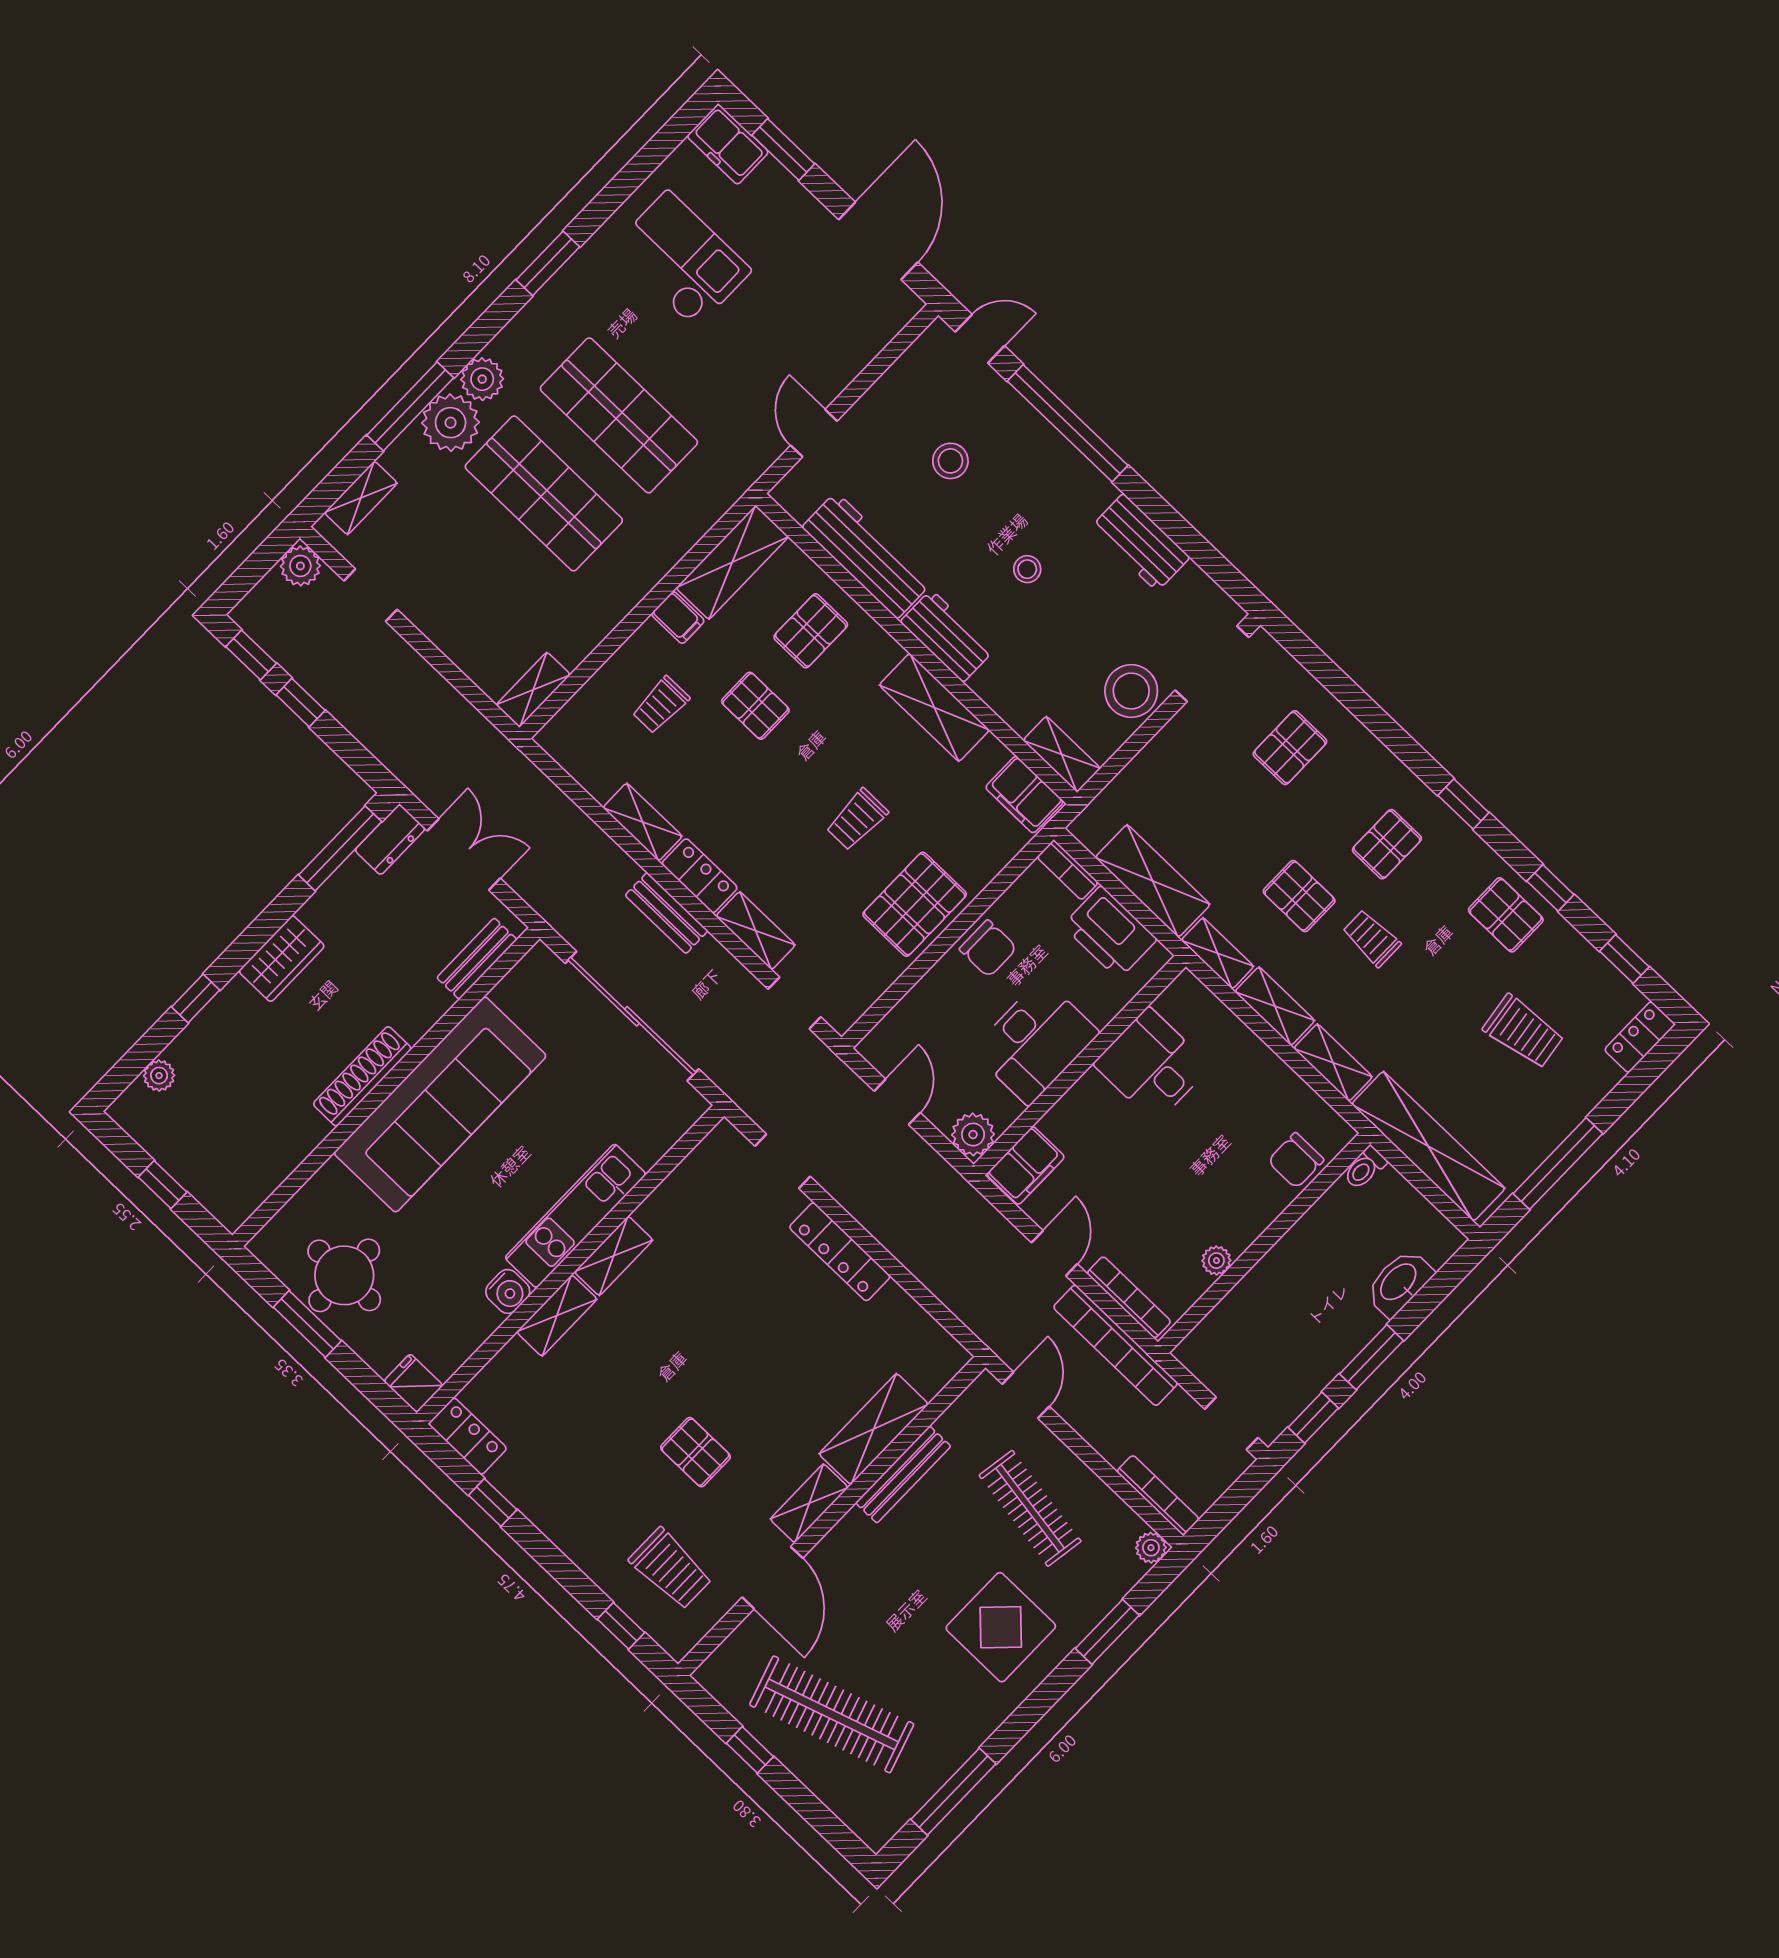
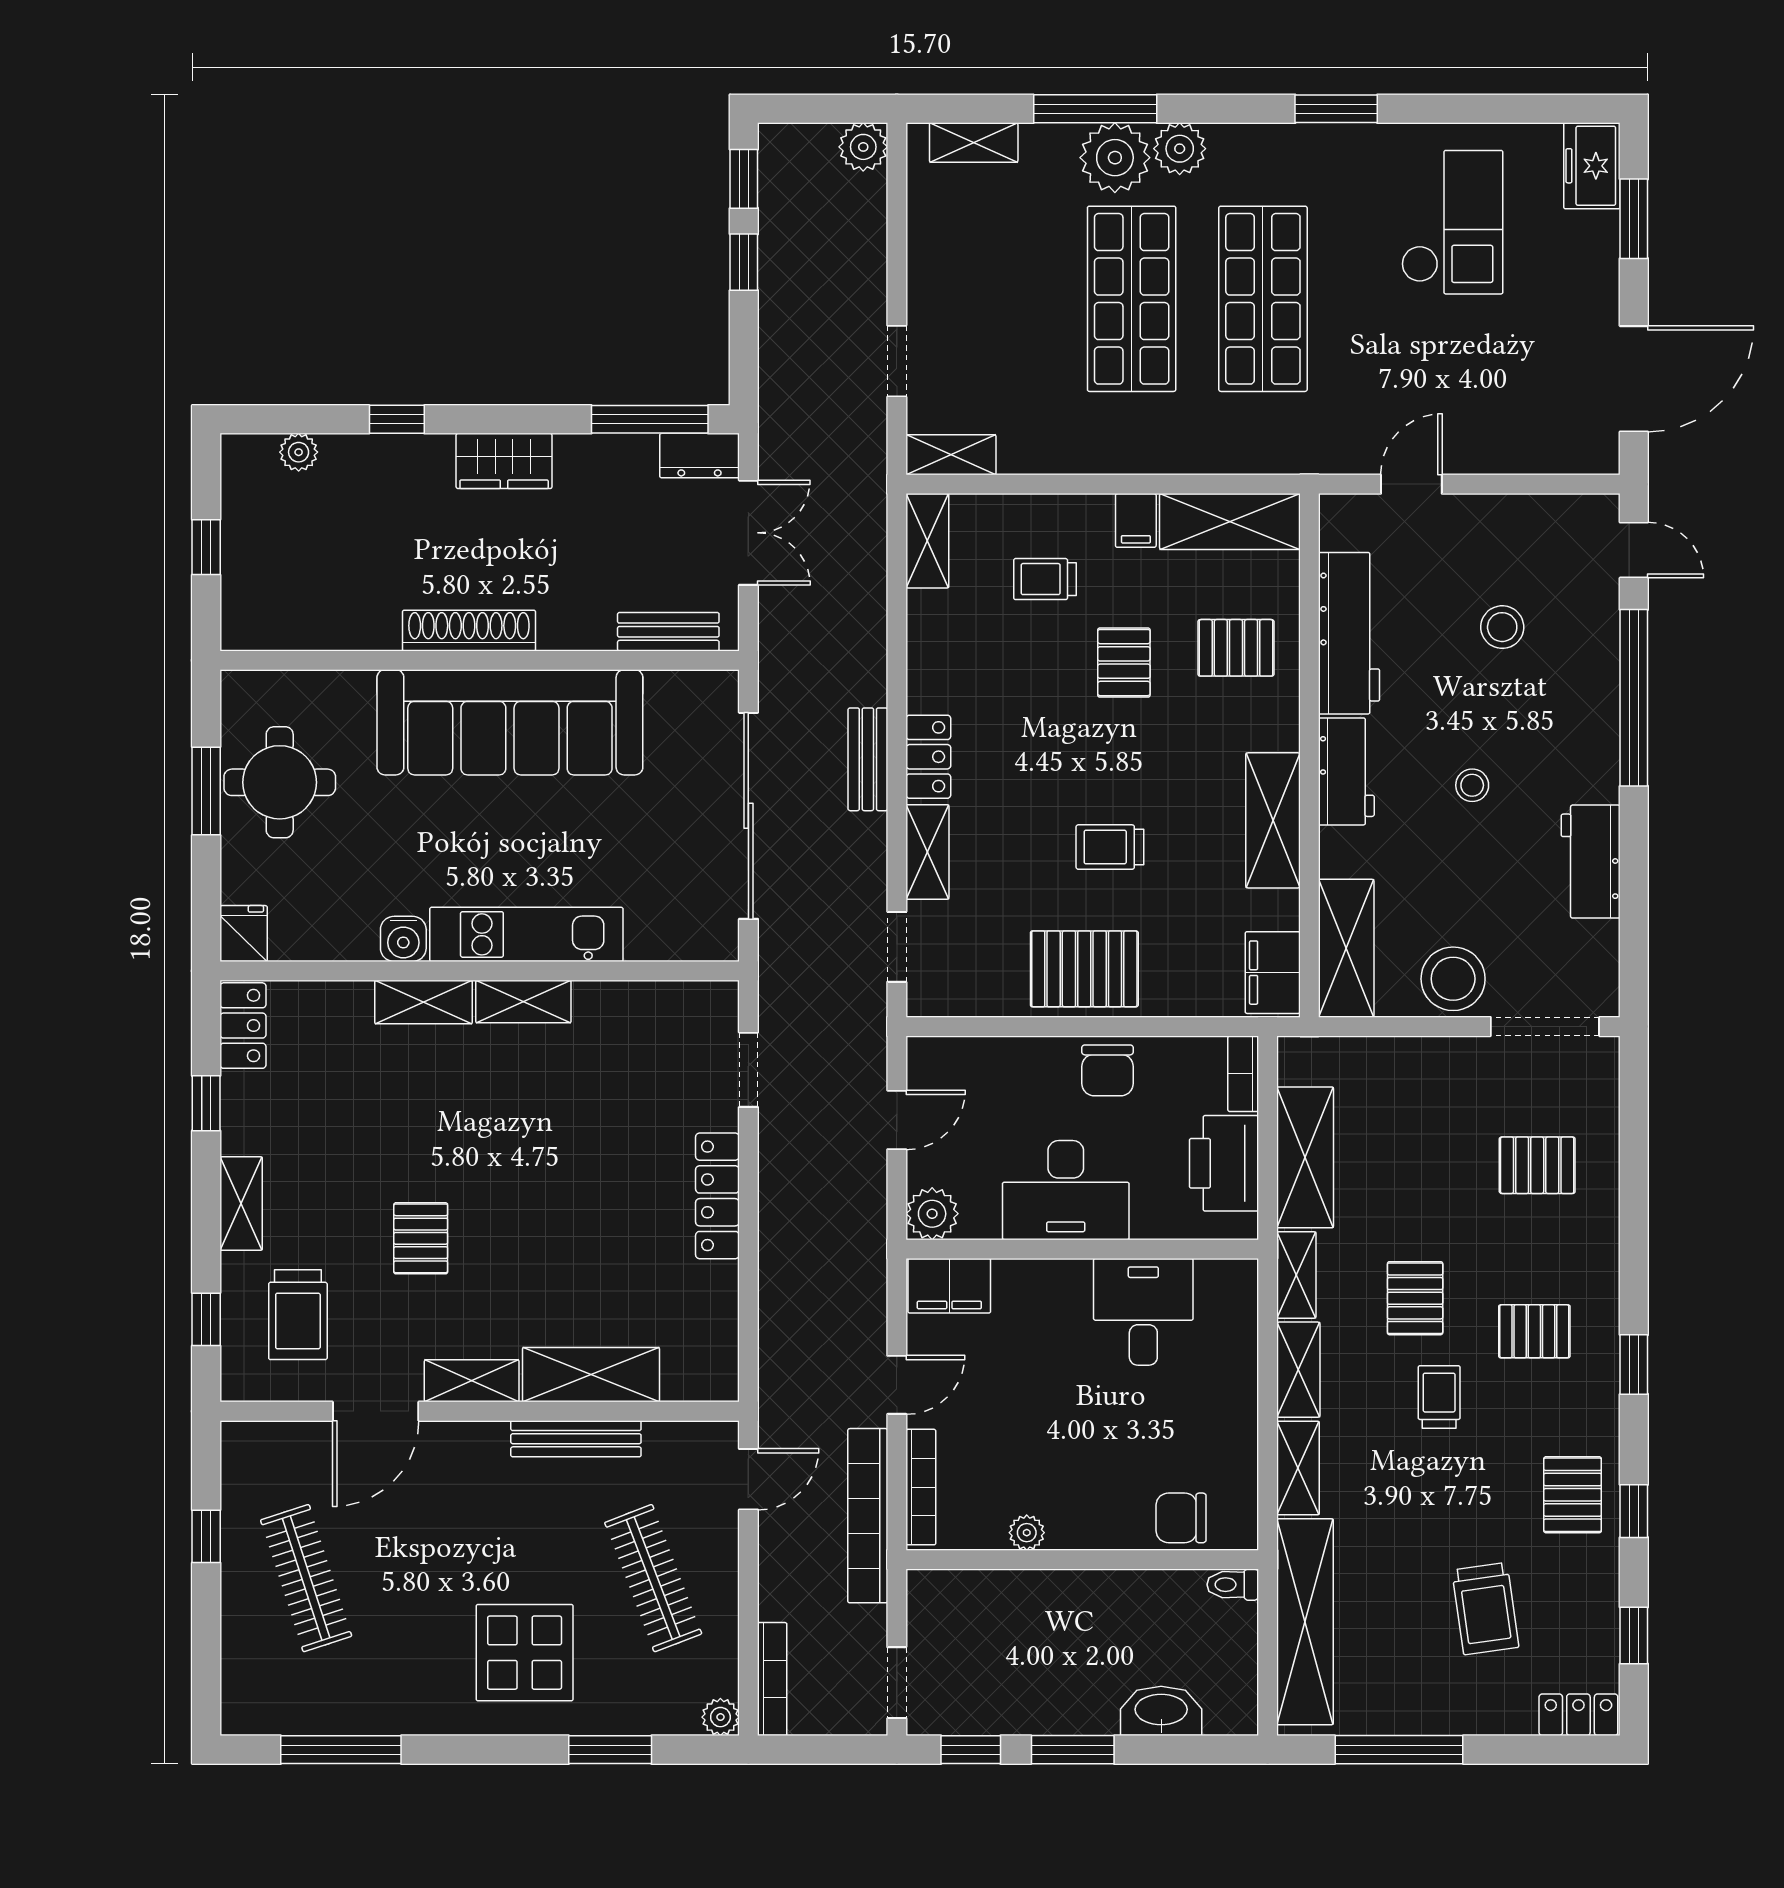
doorway: (371, 595) -> (897, 361), moved
shelving: (1062, 754) -> (1346, 948), width x1.50, depth x1.33
shelving: (643, 822) -> (927, 541), moved
clothes rail: (1030, 1508) -> (653, 1578), turned -30
shelving: (572, 1539) -> (241, 1204), added
clothes rail: (832, 1714) -> (306, 1578), width x0.73, depth x0.76

